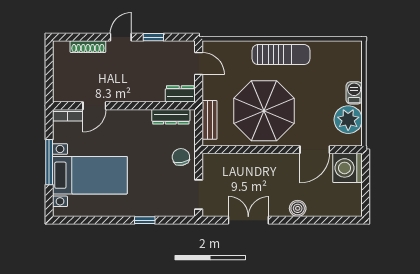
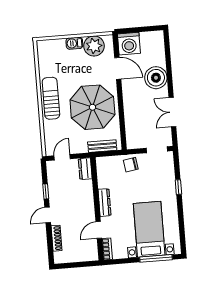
door: (121, 37) -> (48, 215), hinge flipped
door: (94, 106) -> (99, 230), swing flipped
dresser: (171, 117) -> (104, 203), moved
window: (49, 162) -> (156, 258), moved
boiler: (298, 208) -> (156, 78), width x1.86, depth x1.86

